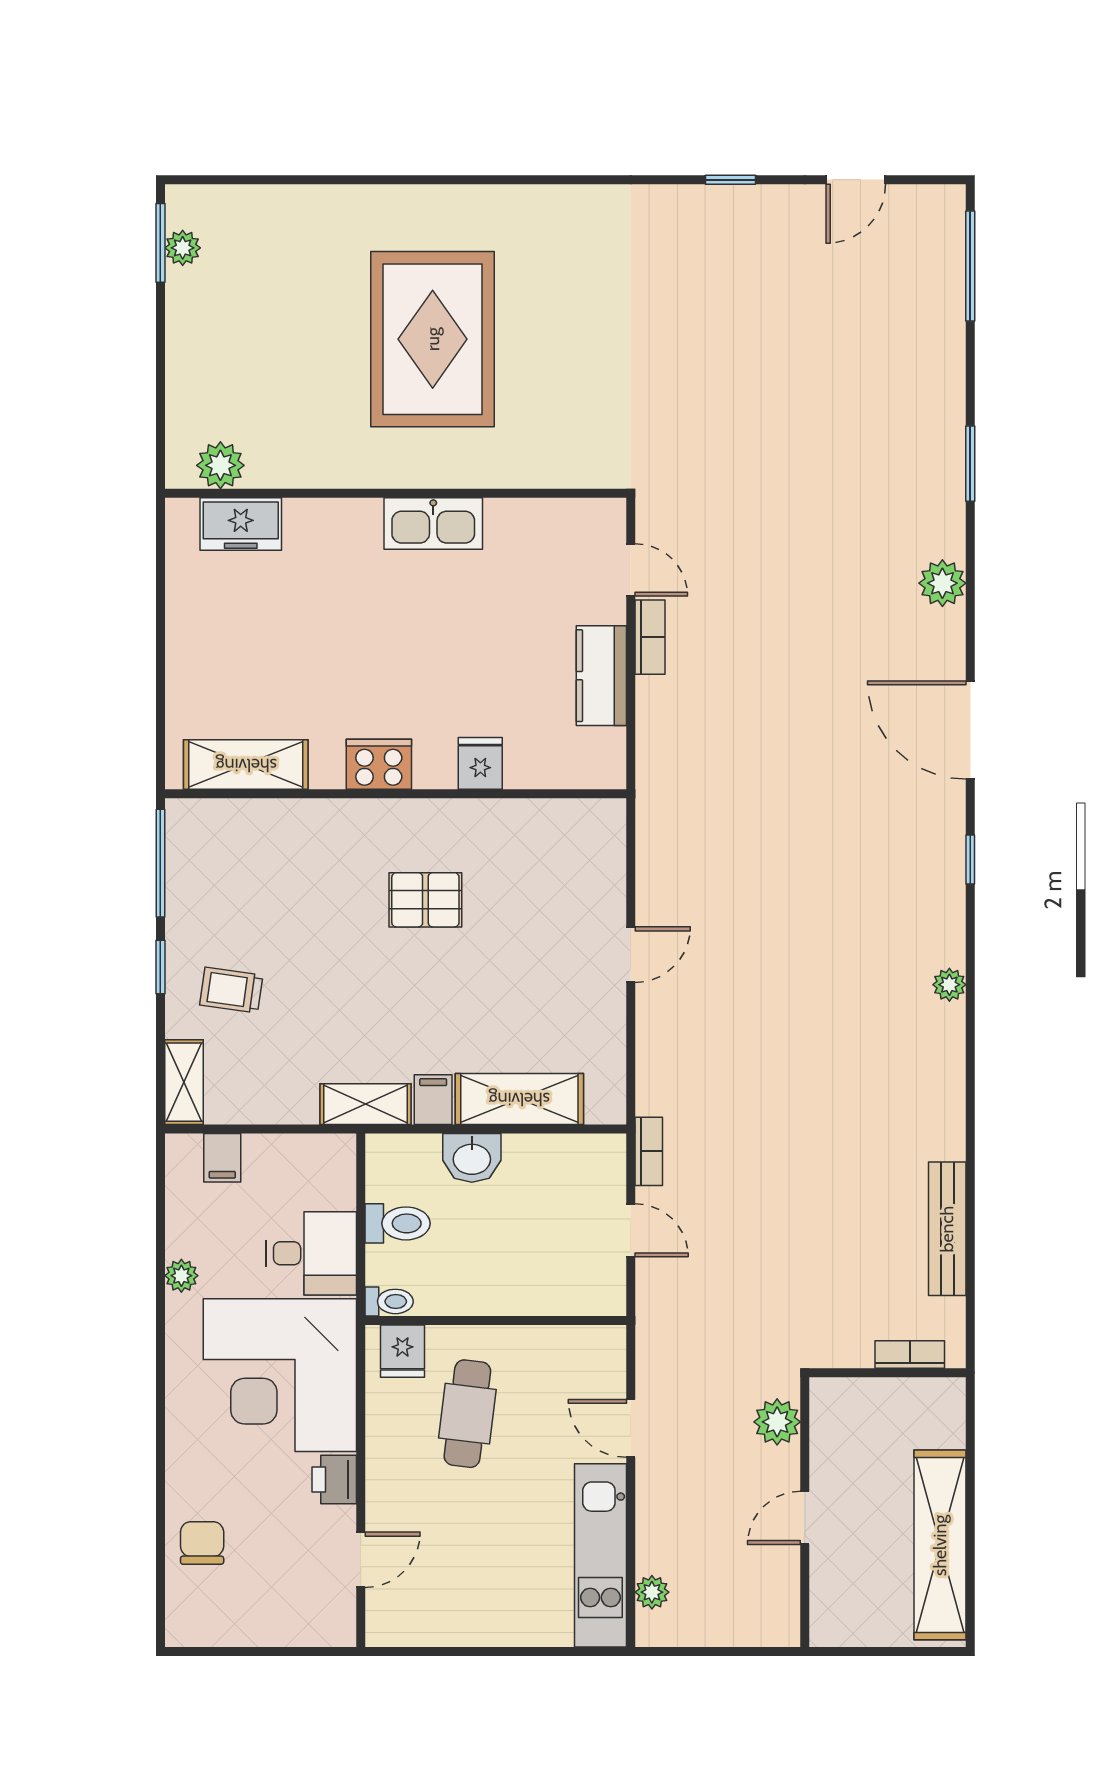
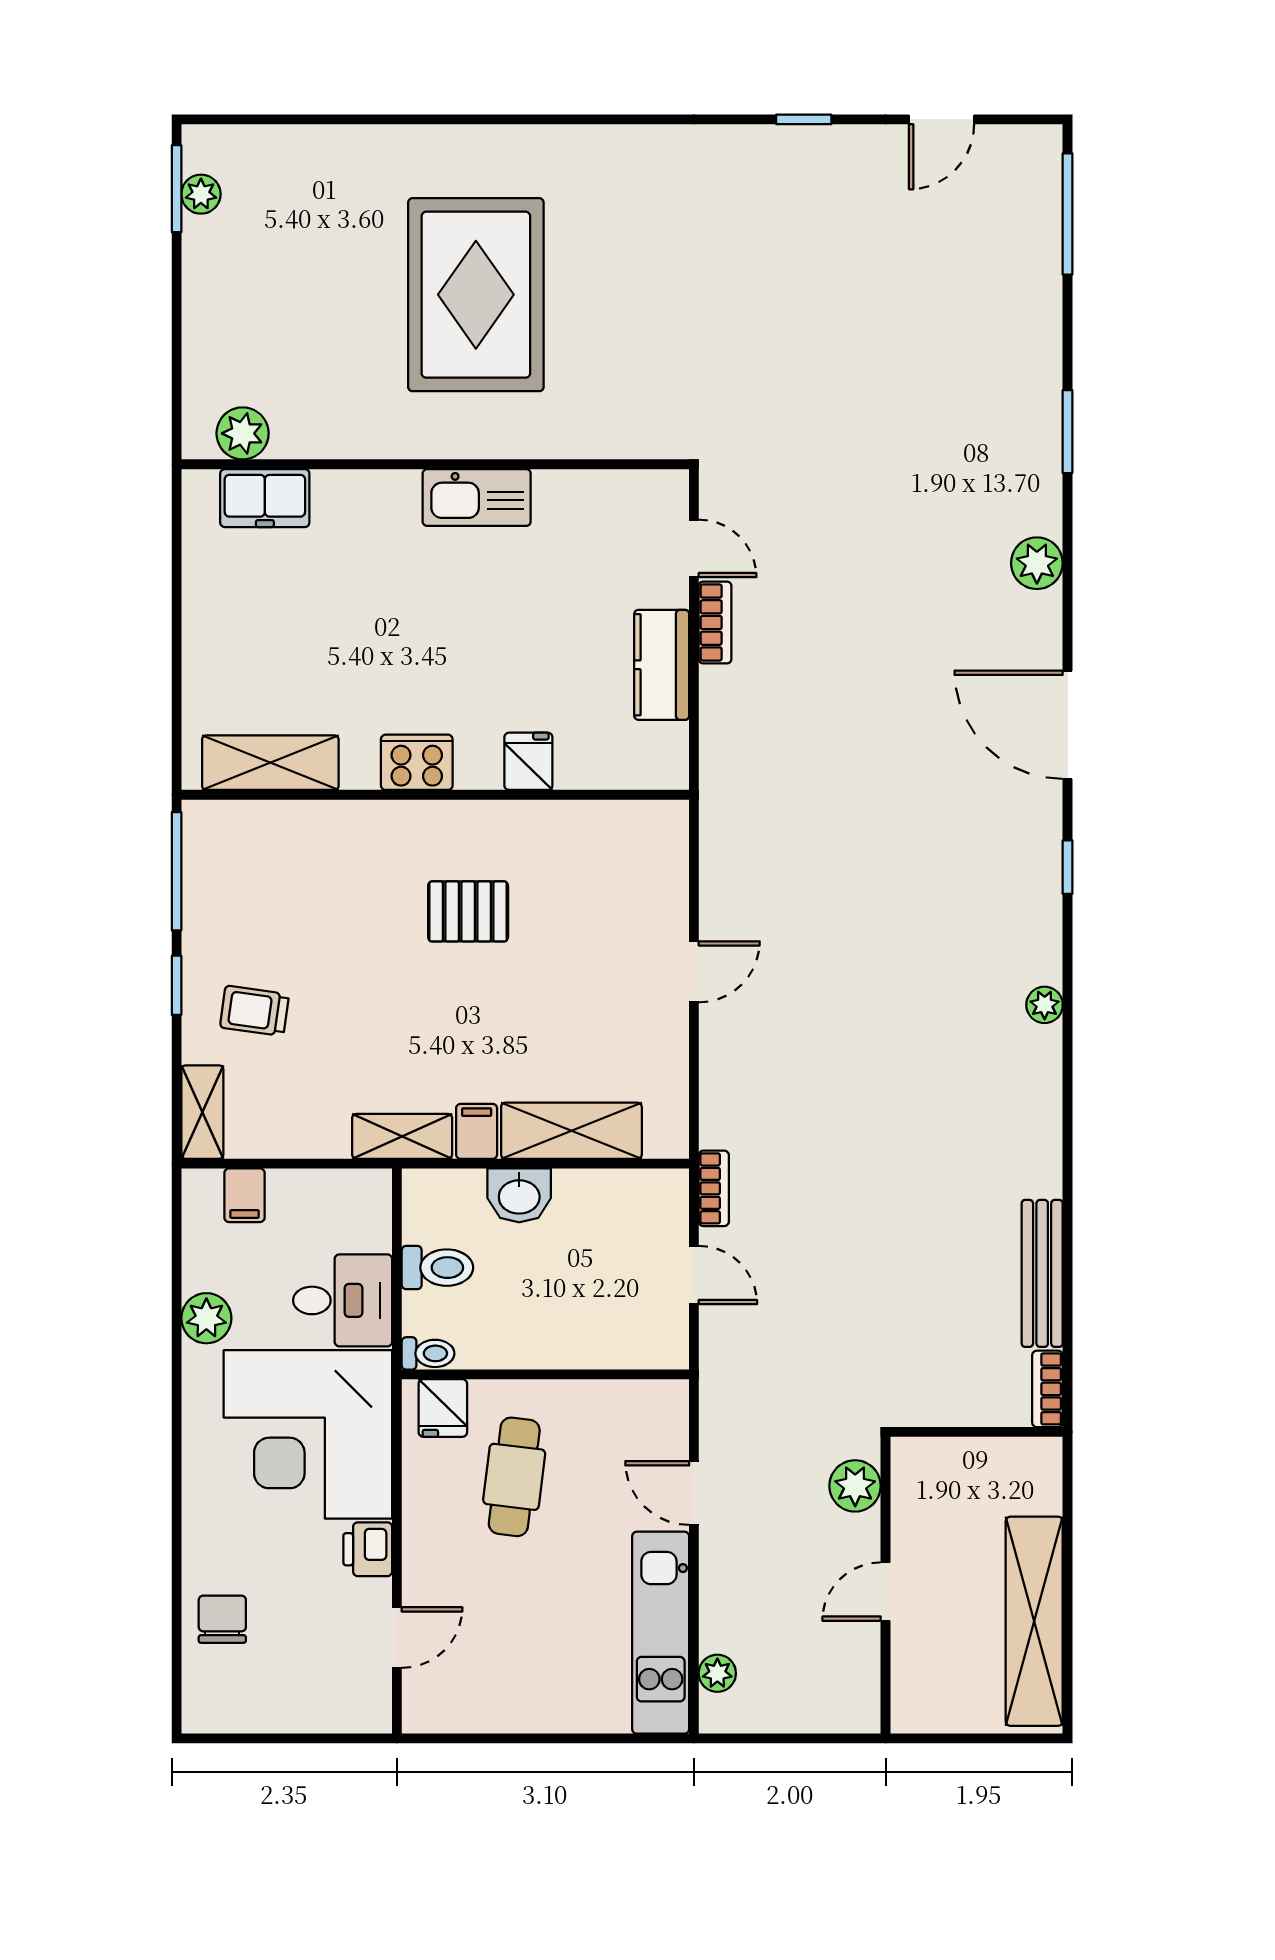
plant: (181, 1276) -> (206, 1318), width x1.38, depth x1.38
bookcase: (910, 1355) -> (1047, 1389), moved, turned -90

